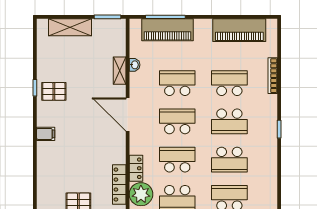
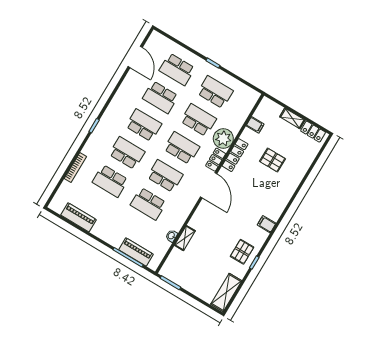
shelving: (70, 27) -> (226, 292), moved, turned 90
piano: (167, 30) -> (136, 252), width x0.73, depth x0.75
piano: (239, 30) -> (79, 217), width x0.73, depth x0.75
pallet: (54, 91) -> (242, 252), turned 90
door: (128, 115) -> (209, 185), moved
school desk: (177, 121) -> (165, 176), turned 180
school desk: (177, 160) -> (182, 148), turned 180

